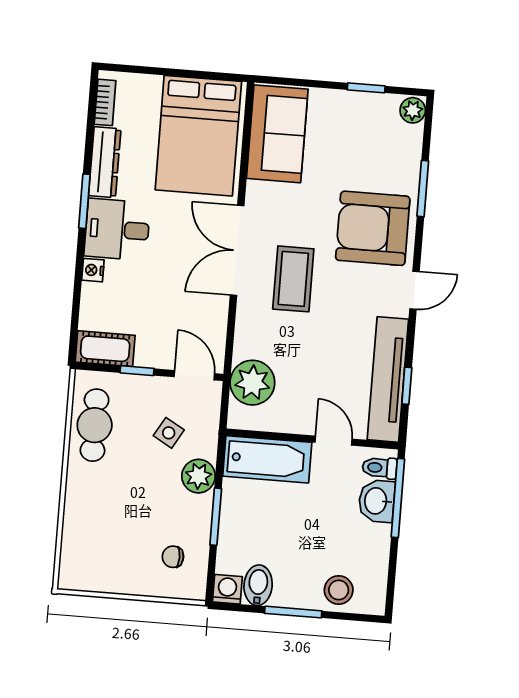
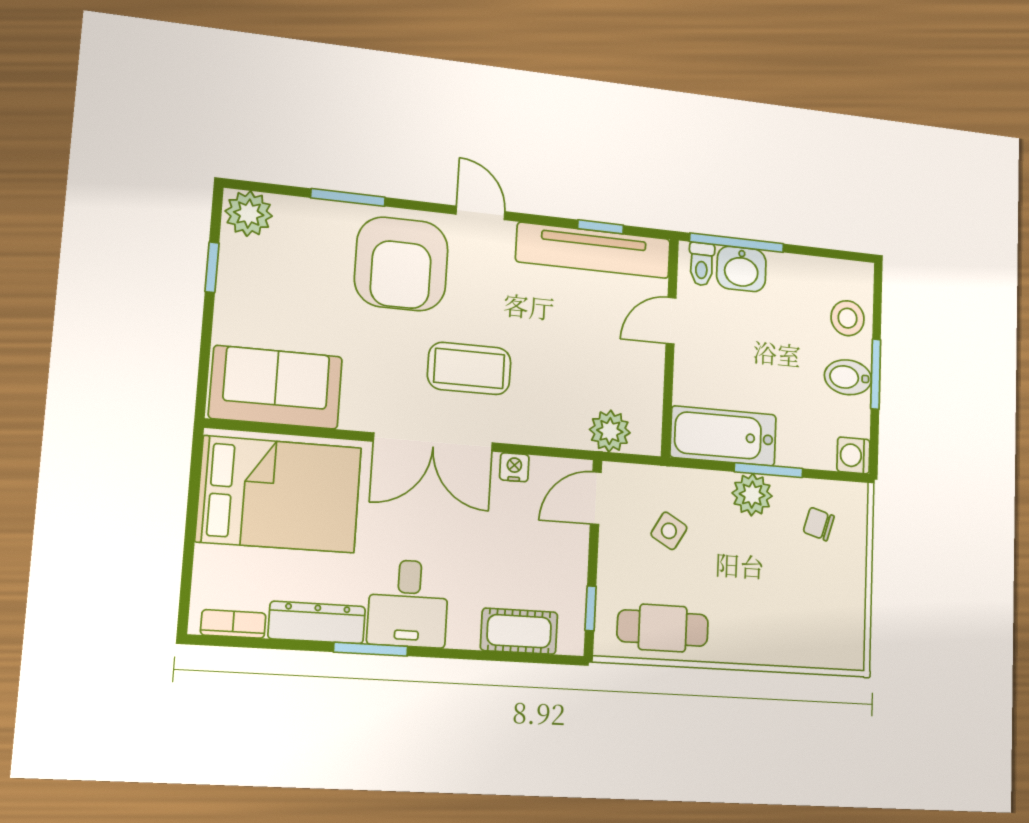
plant: (413, 110) -> (249, 214), width x1.38, depth x1.38
nightstand: (93, 270) -> (514, 467), moved, turned 180
cot: (105, 349) -> (519, 631), moved, turned 90
window: (137, 371) -> (591, 608), moved
plant: (252, 383) -> (610, 431), width x0.73, depth x0.73
bathtub: (267, 459) -> (723, 436), moved, turned -90
plant: (199, 476) -> (752, 495), moved
chair: (173, 557) -> (819, 524), turned 106
bidet: (258, 585) -> (848, 377), moved

